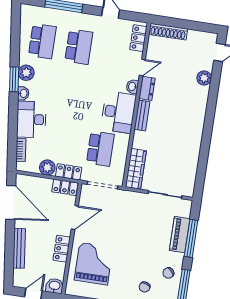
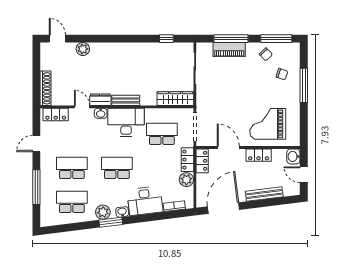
school desk: (71, 95) -> (117, 168), added
window: (202, 169) -> (166, 39), added

